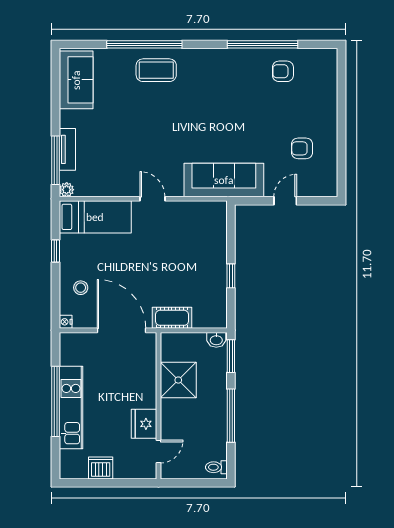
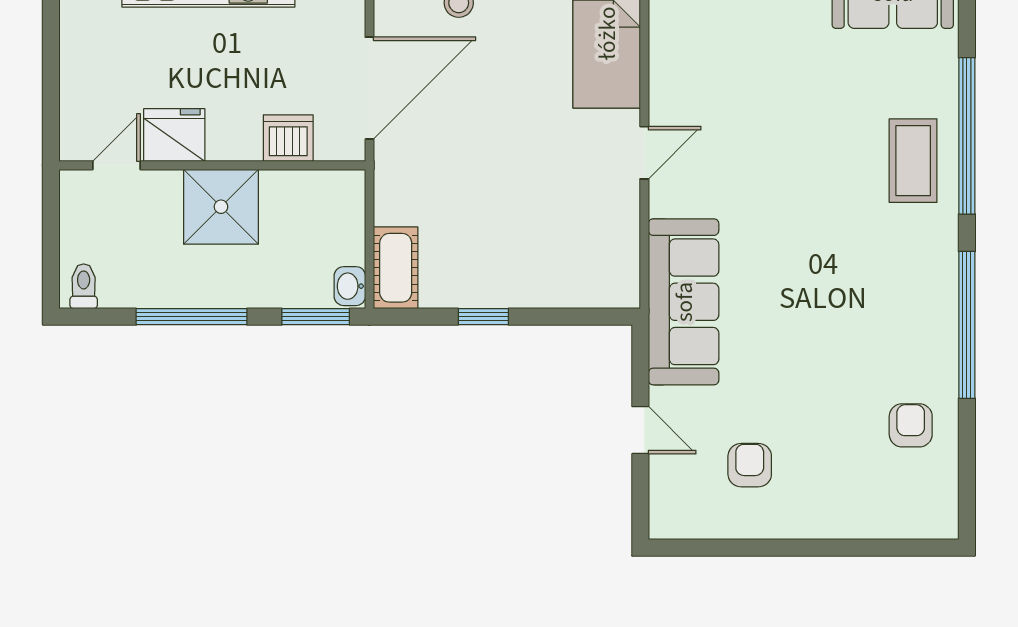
window: (263, 44) -> (967, 325), moved
cot: (172, 318) -> (396, 268), moved
shower: (178, 380) -> (221, 207), moved
door: (158, 451) -> (117, 165), swing flipped
dishwasher: (101, 468) -> (288, 138), moved, turned -90

